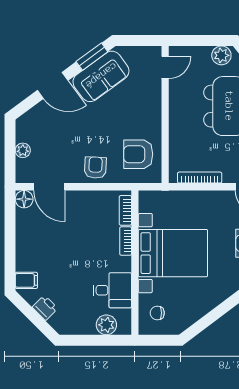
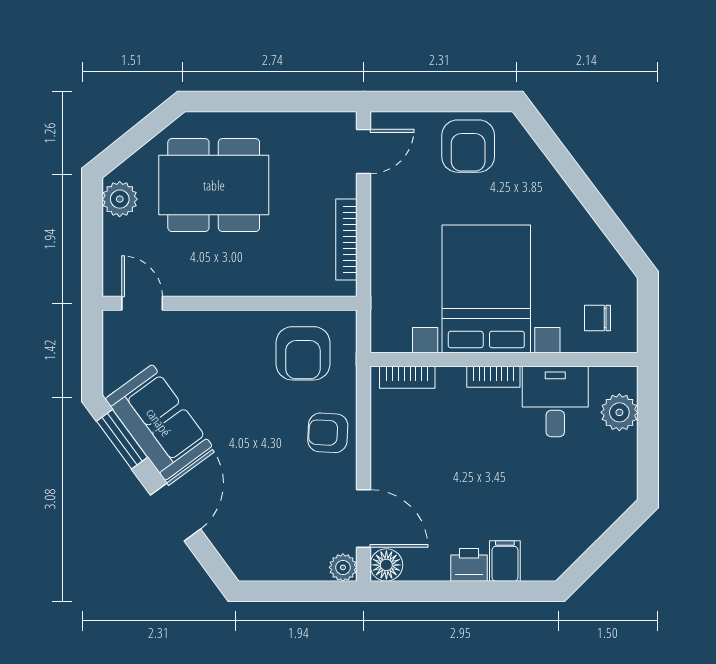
plant: (23, 150) -> (343, 567), moved
door: (49, 187) -> (363, 518), hinge flipped
bookcase: (126, 241) -> (493, 377), moved
filing cabinet: (26, 280) -> (505, 561), moved
printer: (45, 308) -> (469, 565), moved, turned 45
chair: (157, 313) -> (597, 318), turned 90

